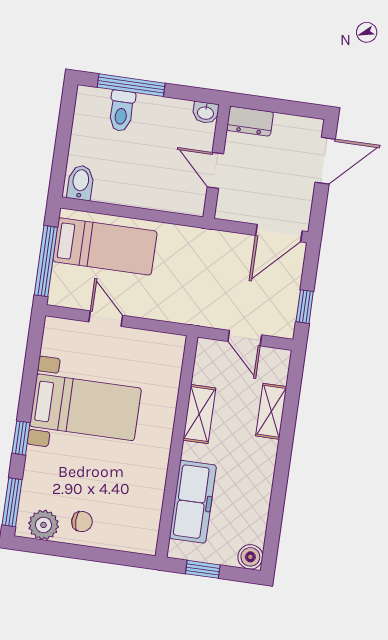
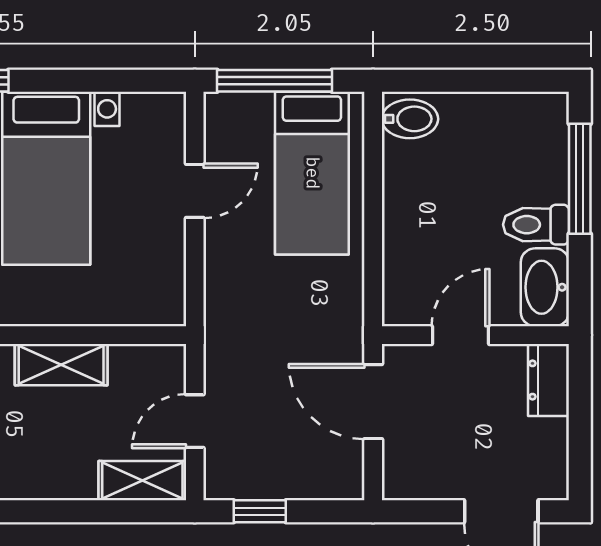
toilet: (122, 111) -> (536, 225), moved
washbasin: (206, 113) -> (545, 287), width x1.91, depth x1.45
door: (279, 233) -> (373, 402), moved
shelving: (271, 411) -> (142, 481), moved

